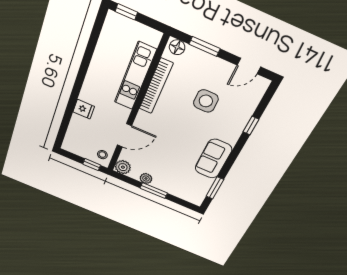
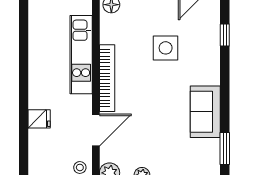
bookcase: (156, 86) -> (107, 78), moved
window: (251, 126) -> (225, 35), moved

